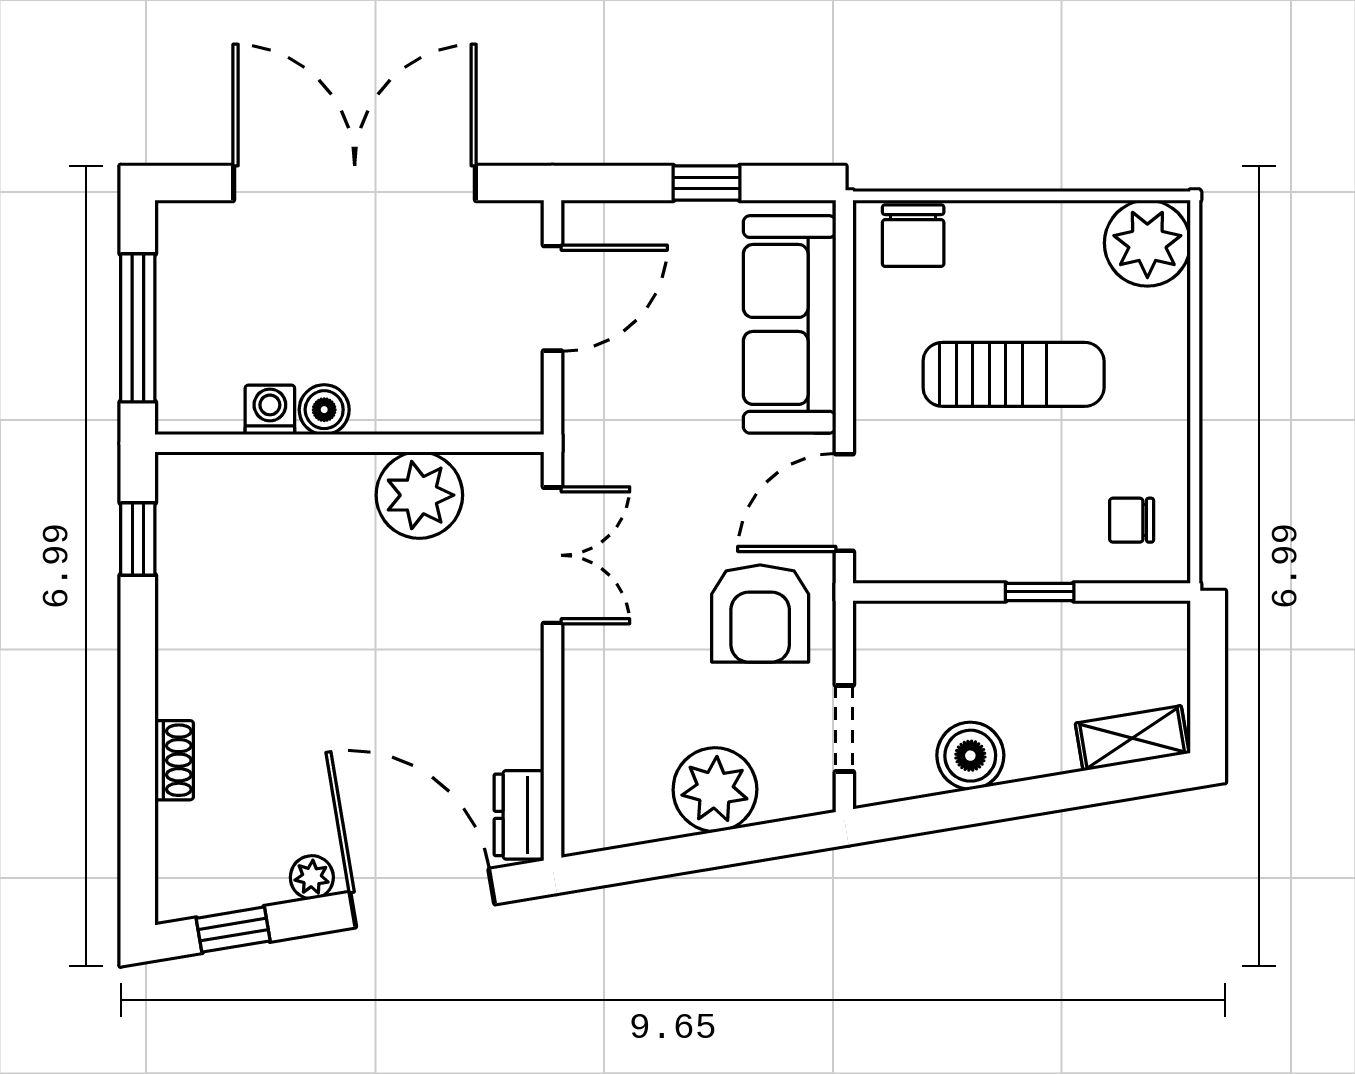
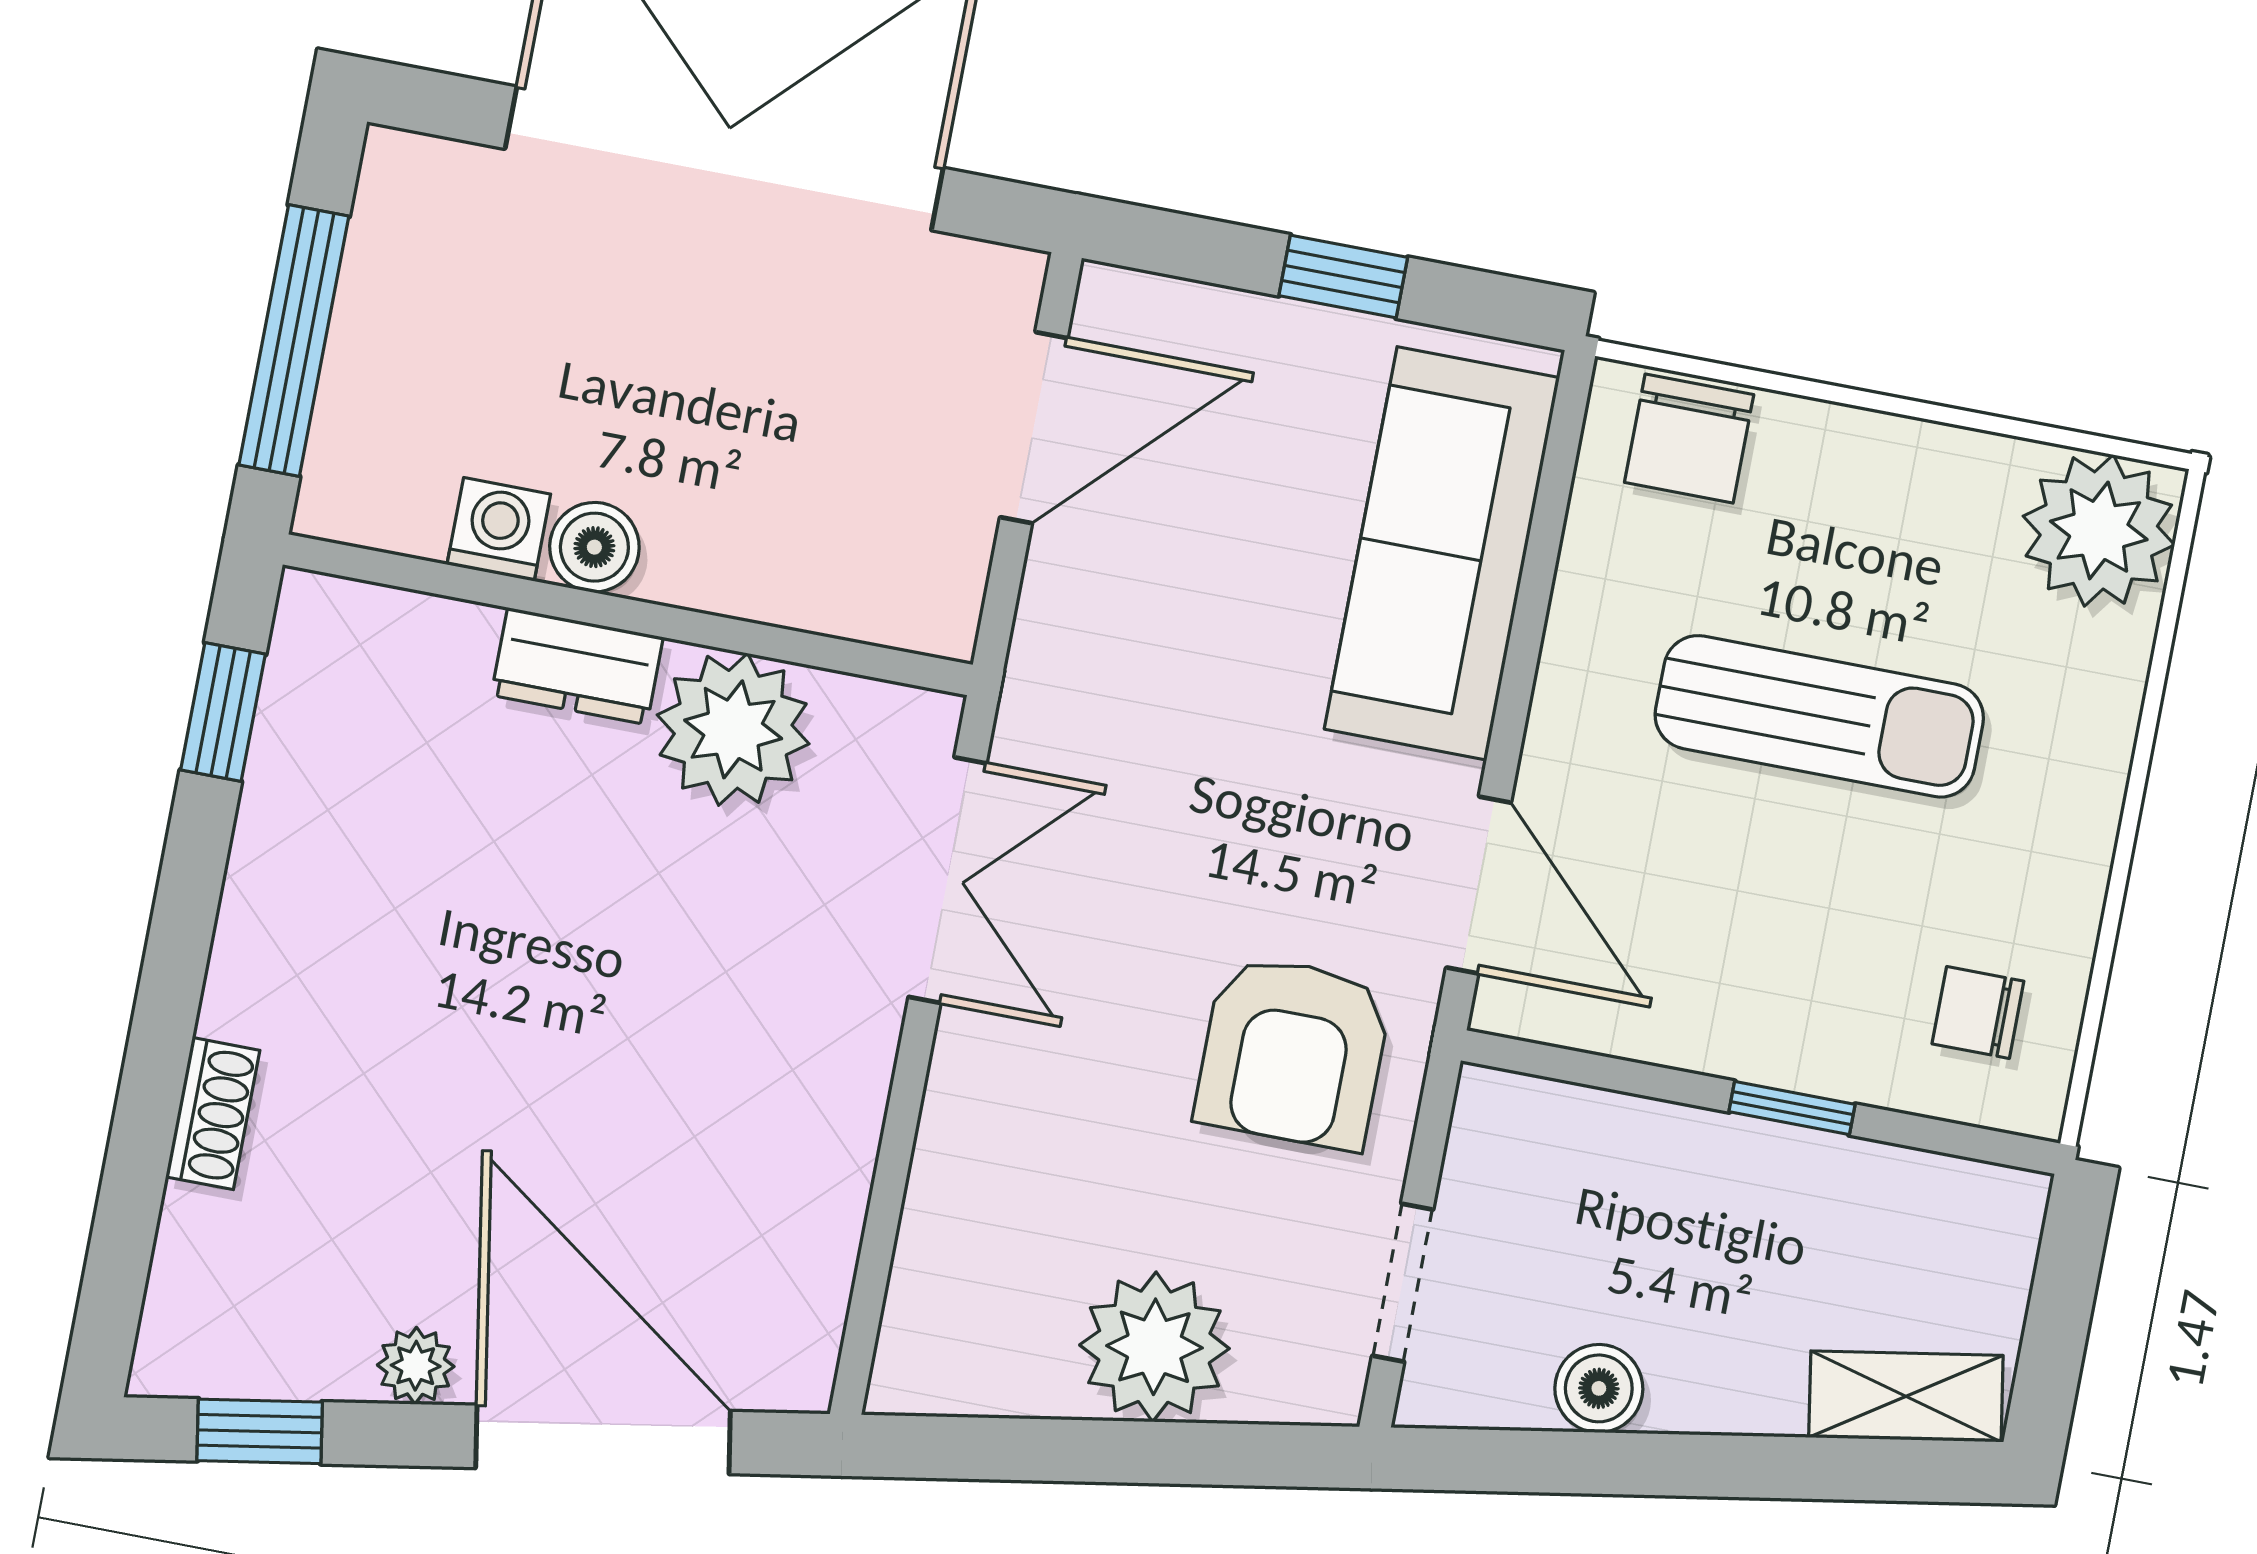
door: (844, 502) -> (1479, 885), swing flipped
boiler: (970, 756) -> (1599, 1388), width x0.73, depth x0.73
dresser: (519, 815) -> (577, 666), moved, turned -90

